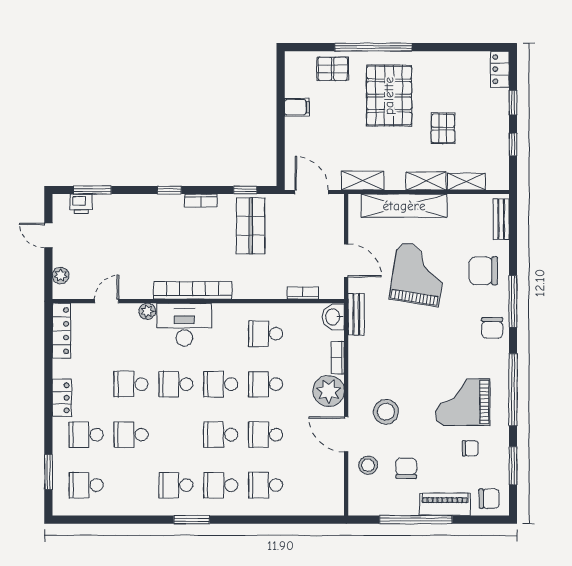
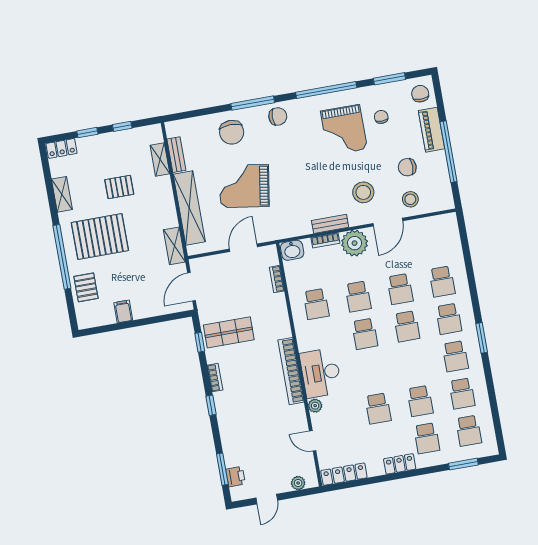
shelving: (426, 181) -> (62, 194), moved
bench: (501, 219) -> (176, 155), moved, turned 90
bench: (356, 314) -> (330, 224), moved
school desk: (176, 384) -> (462, 393), moved

